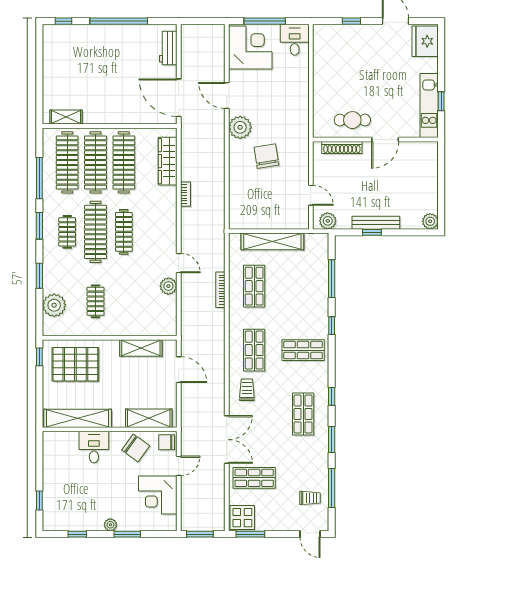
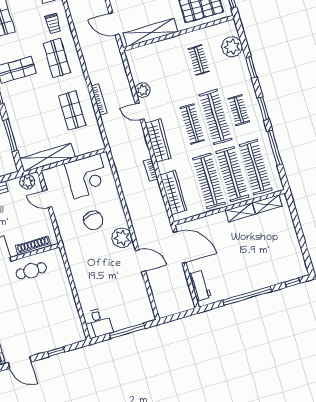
corner desk: (250, 47) -> (87, 176), moved, turned -90
shelving: (99, 117) -> (240, 212), added
wardrobe: (168, 224) -> (158, 141), added
shelving: (272, 241) -> (47, 158), moved
shelving: (141, 348) -> (150, 32), width x1.47

